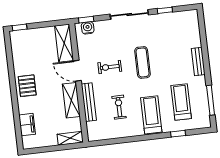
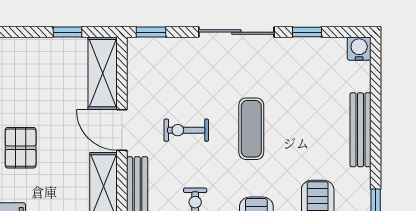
window: (20, 27) -> (68, 32), moved
water cooler: (88, 28) -> (359, 49), moved
bench: (198, 62) -> (360, 130), width x1.36

